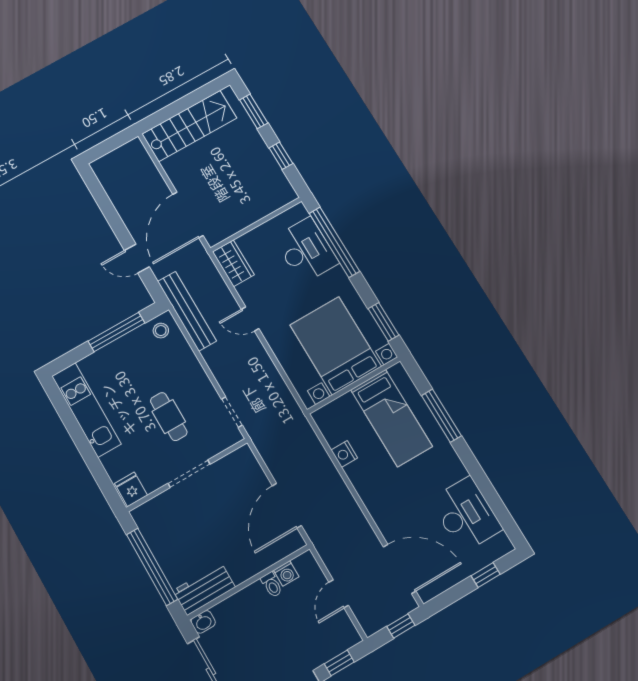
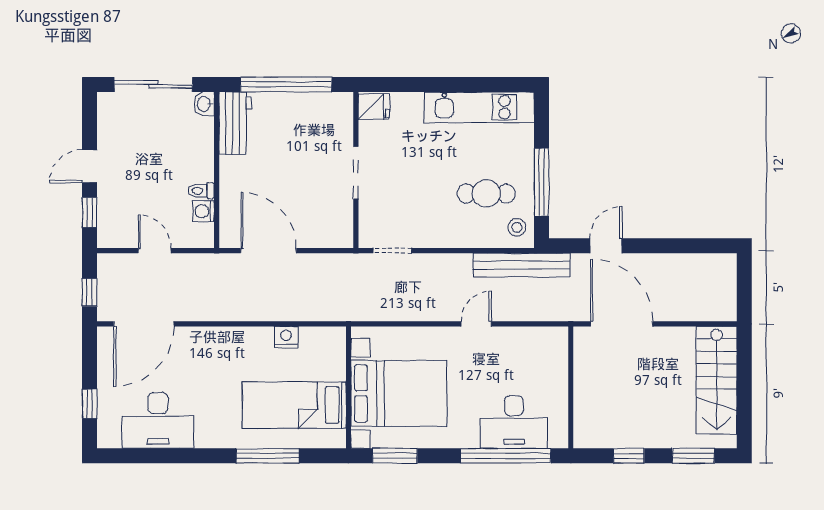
wardrobe: (233, 263) -> (544, 341), removed
cafe table: (169, 417) -> (486, 193), moved

